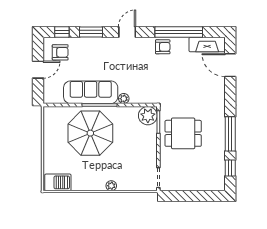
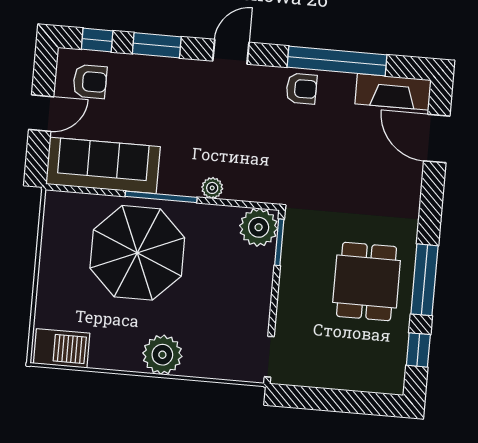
sofa: (91, 92) -> (103, 165), moved
dining table: (183, 133) -> (367, 281), moved, turned 90
plant: (111, 186) -> (162, 355), width x1.88, depth x1.88

